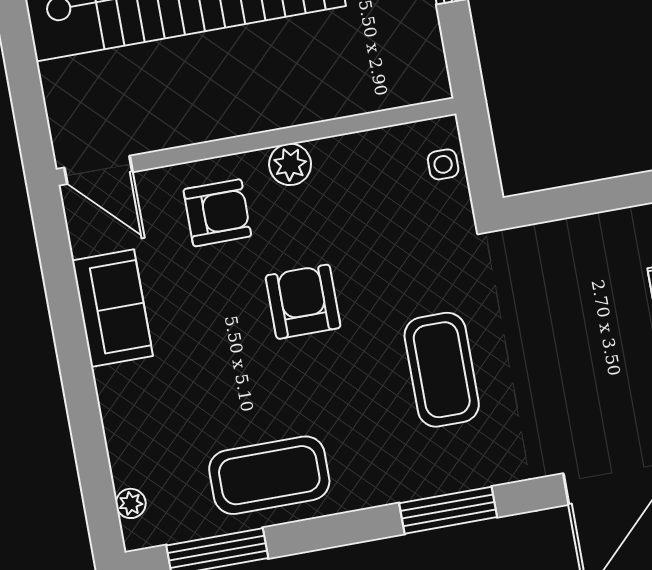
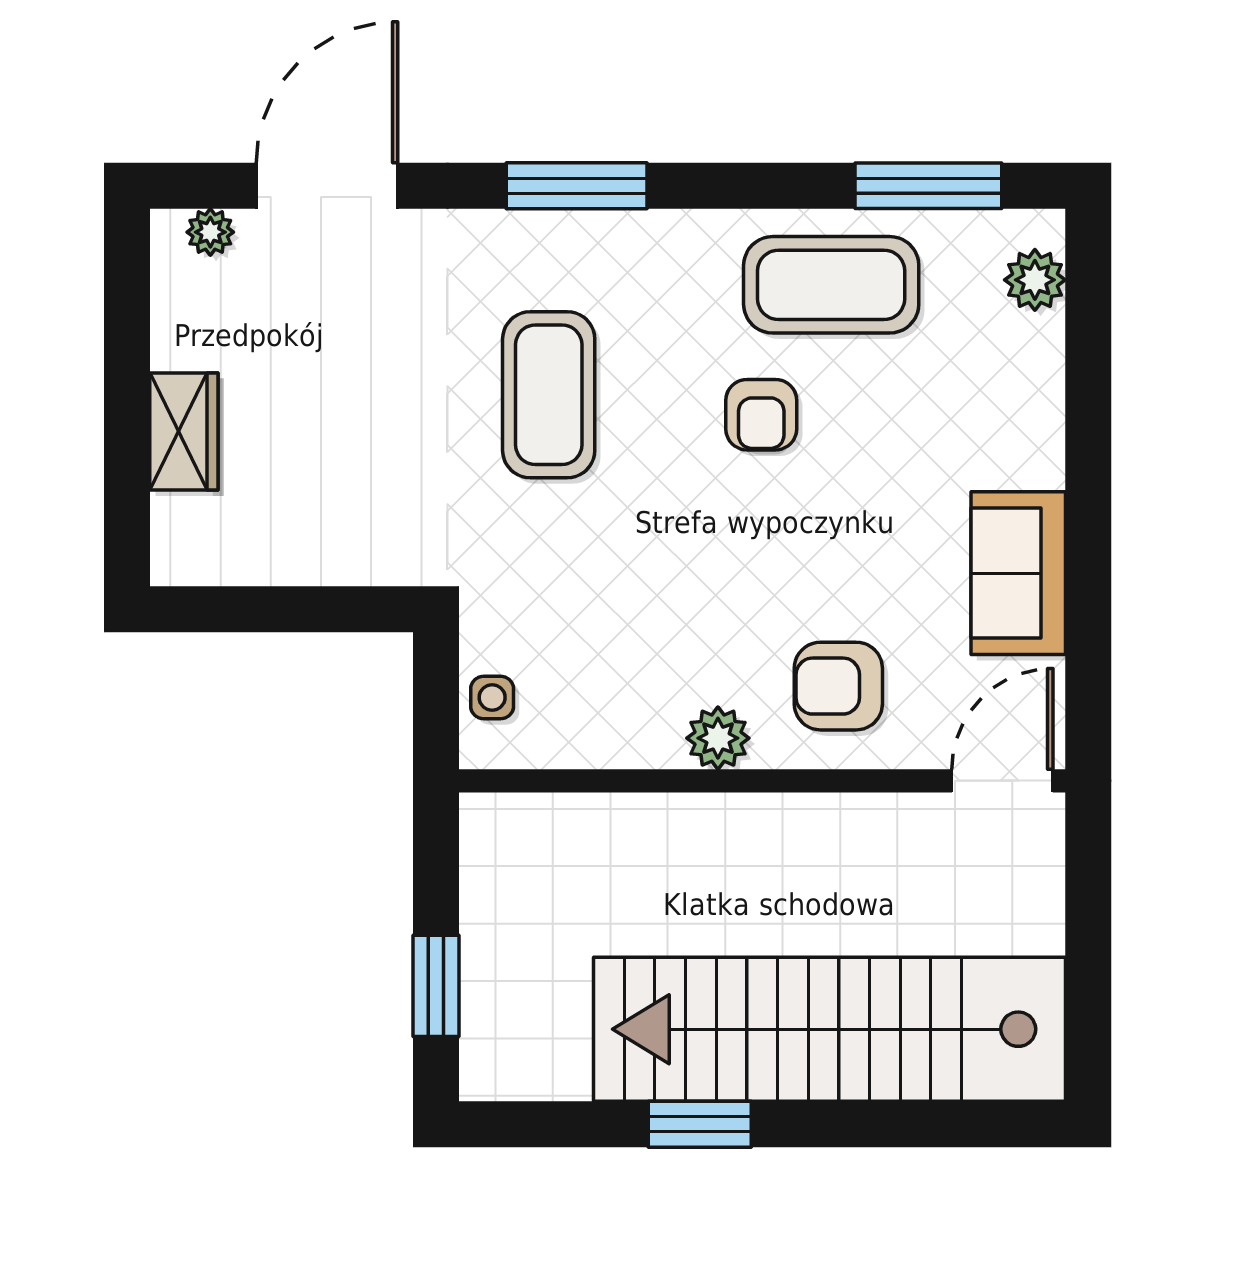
door: (98, 170) -> (1002, 781), hinge flipped
armchair: (303, 302) -> (761, 415), moved, width x0.72, depth x0.72
plant: (131, 503) -> (1035, 280), width x1.38, depth x1.38

